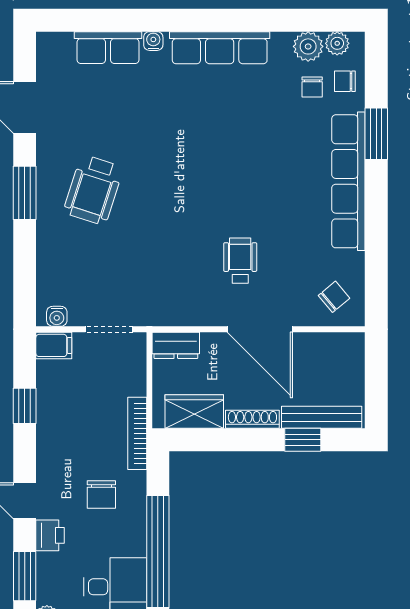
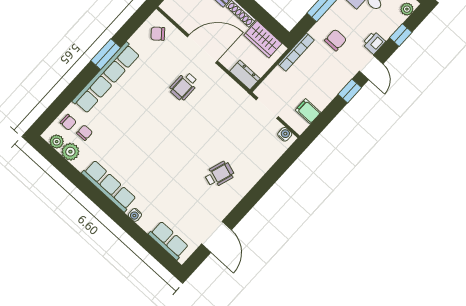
row of seats: (108, 48) -> (169, 240), moved
window: (376, 134) -> (106, 54), moved
wheelchair: (93, 190) -> (219, 174), width x0.73, depth x0.73
window: (25, 193) -> (250, 200), removed
door: (260, 329) -> (202, 49), hinge flipped
filing cabinet: (54, 345) -> (308, 111), moved
window: (25, 406) -> (350, 91), moved
window: (25, 576) -> (401, 35), width x0.67

